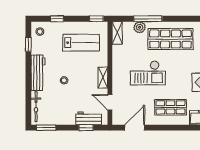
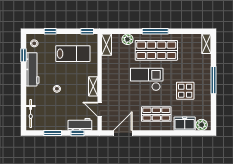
window: (148, 19) -> (155, 31), moved
workbench: (38, 73) -> (32, 69), moved
checkout: (148, 73) -> (147, 79), moved, turned 180
window: (46, 128) -> (53, 133), moved

